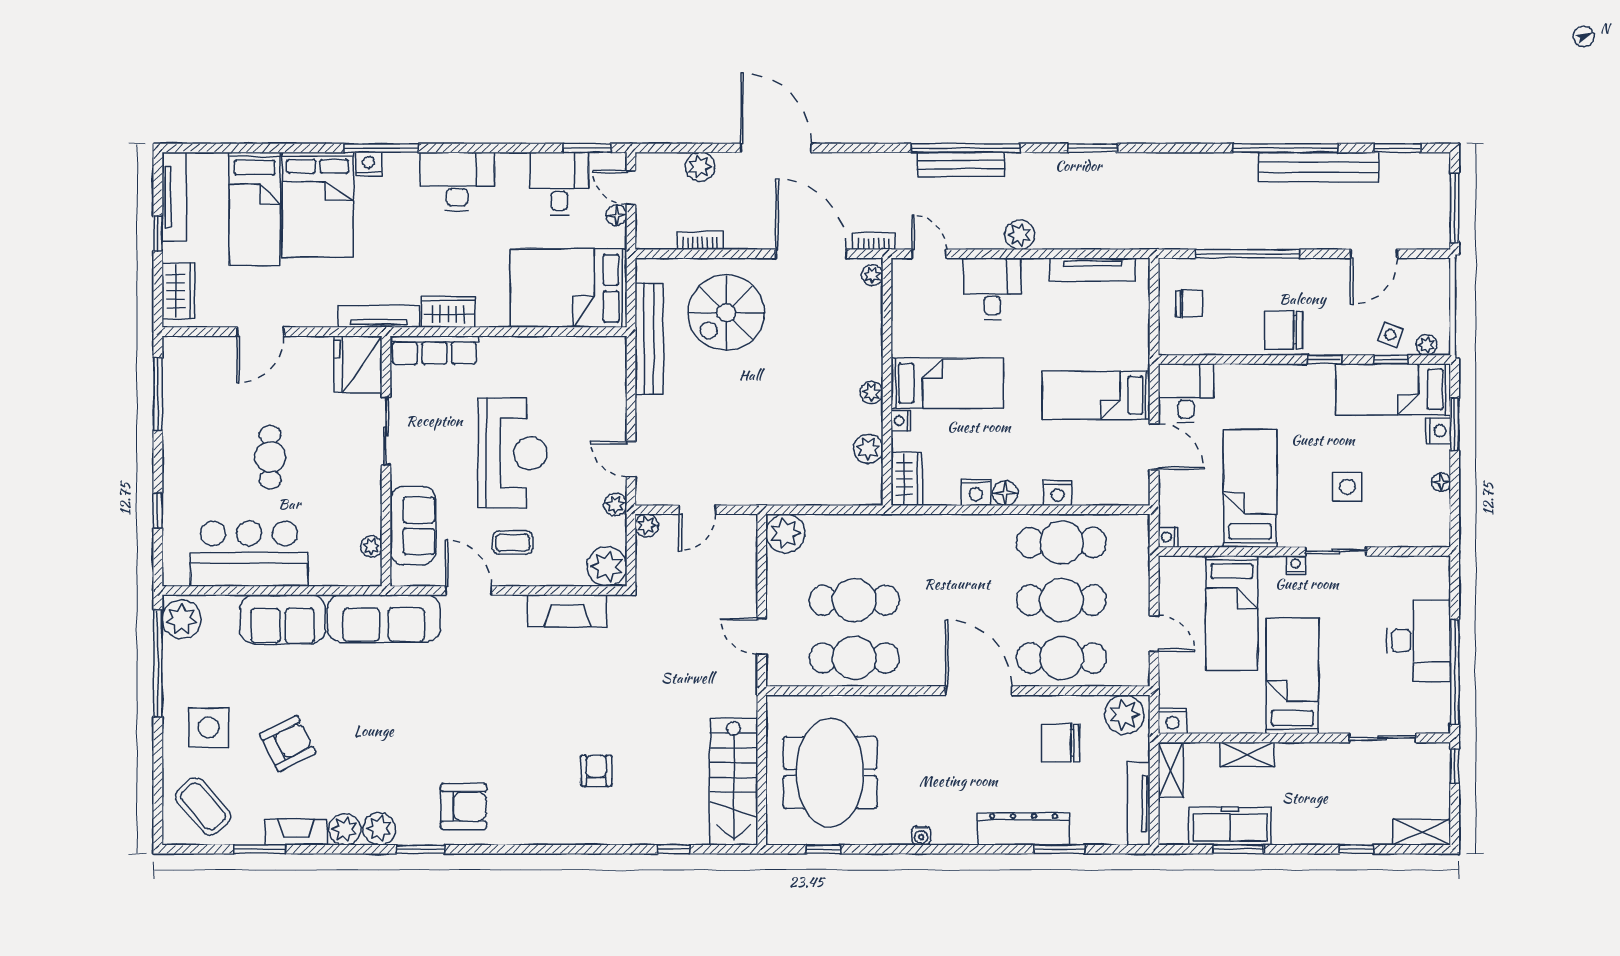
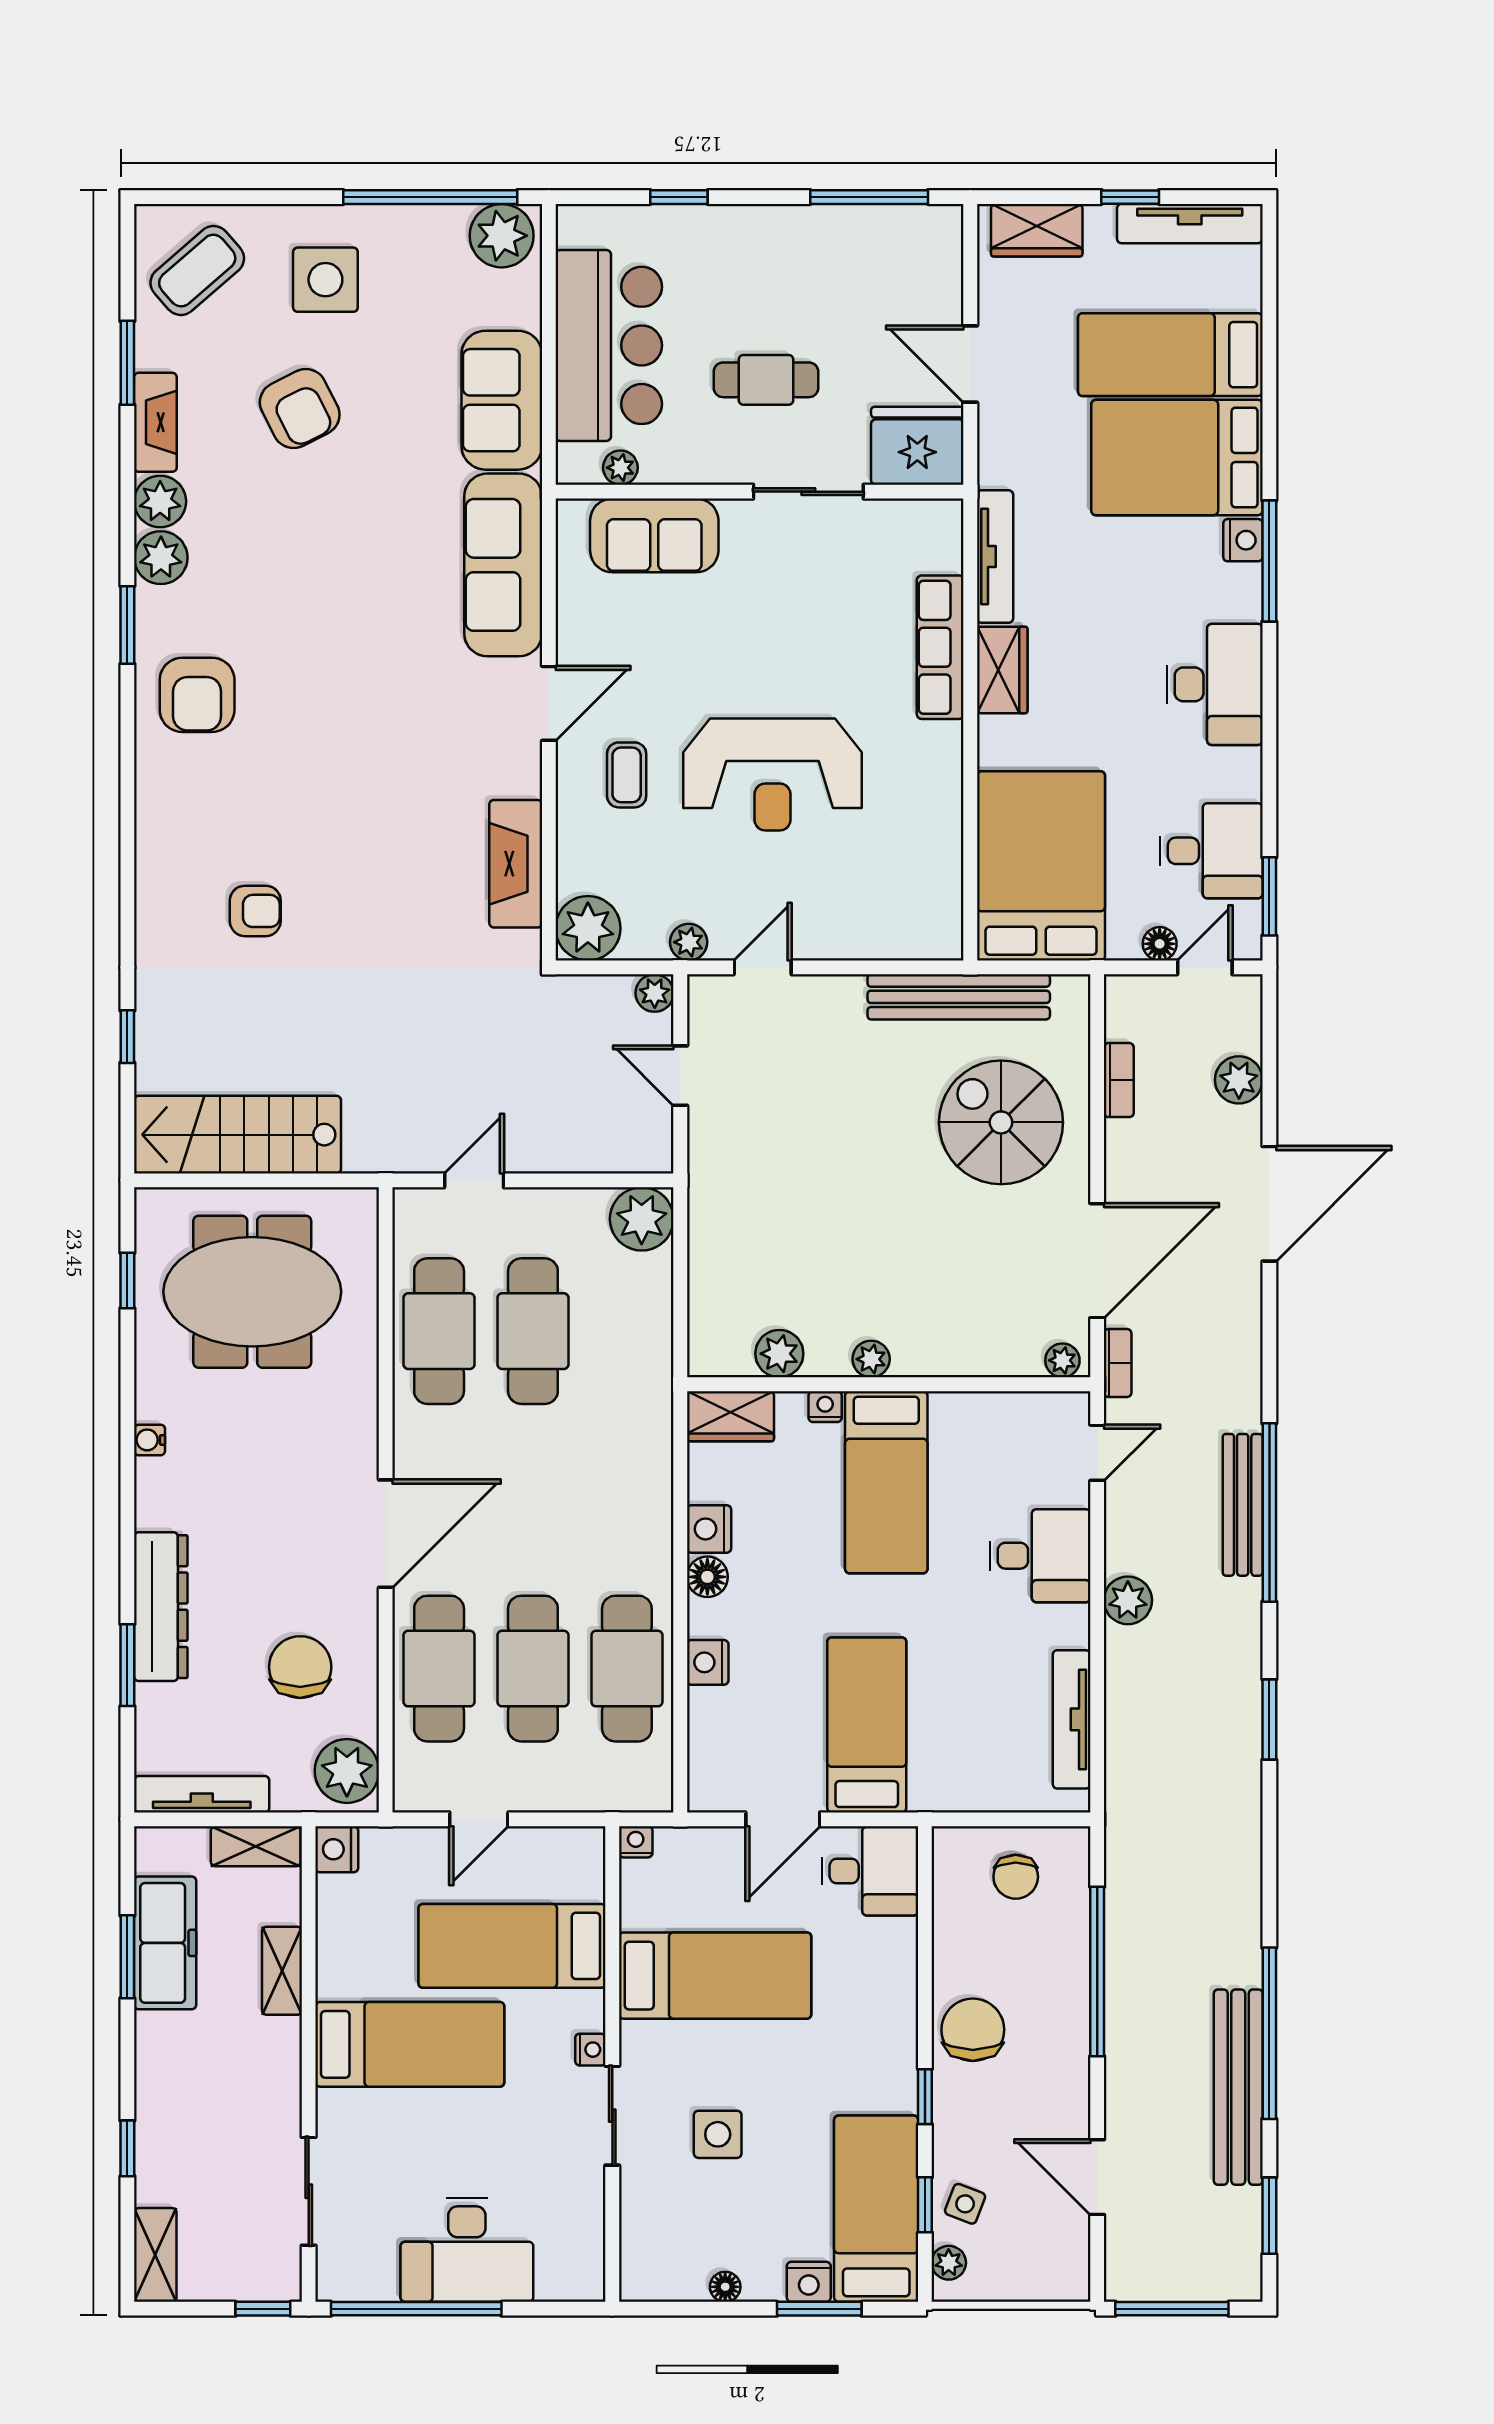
fridge: (358, 364) -> (917, 446), moved
sliding door: (386, 431) -> (808, 492), moved
wall: (386, 461) -> (760, 492), moved
sofa: (413, 526) -> (654, 535), moved
plant: (371, 546) -> (620, 468), moved

